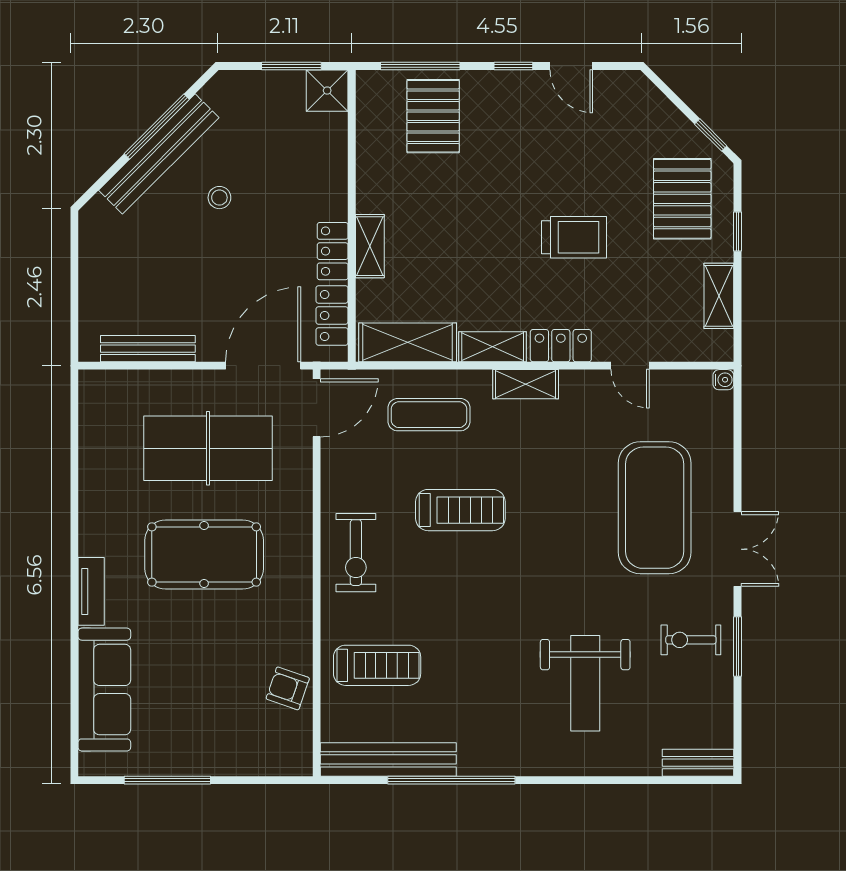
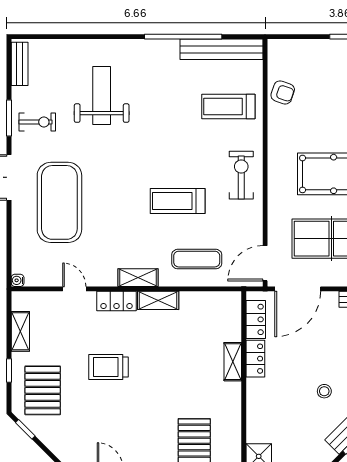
shelving: (408, 342) -> (210, 303), removed
bench: (698, 763) -> (20, 64), moved, turned 90

